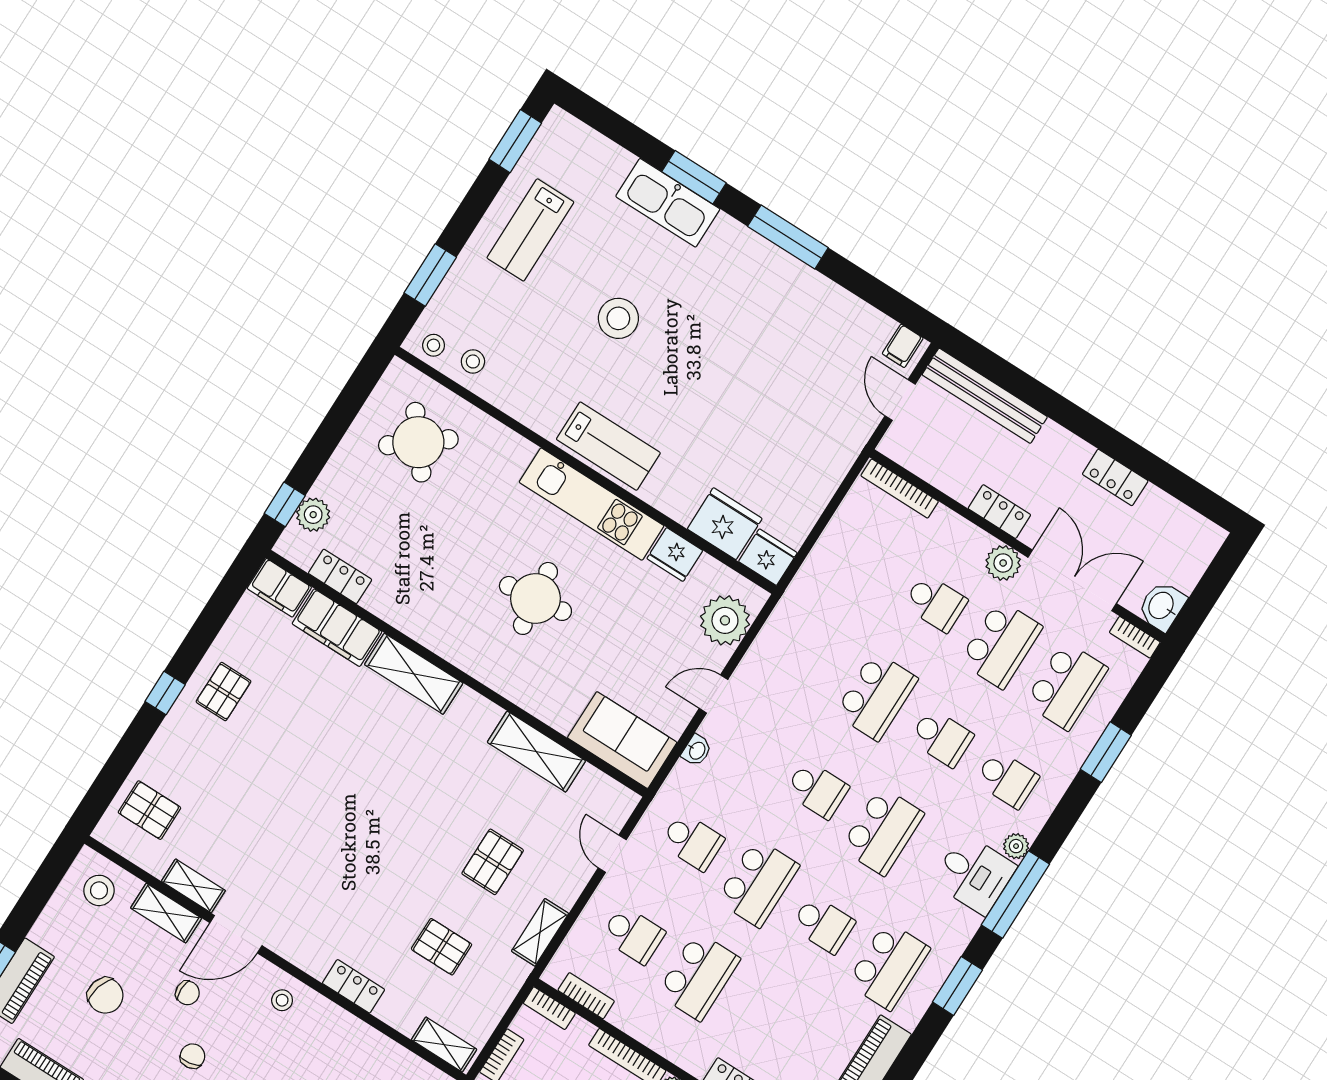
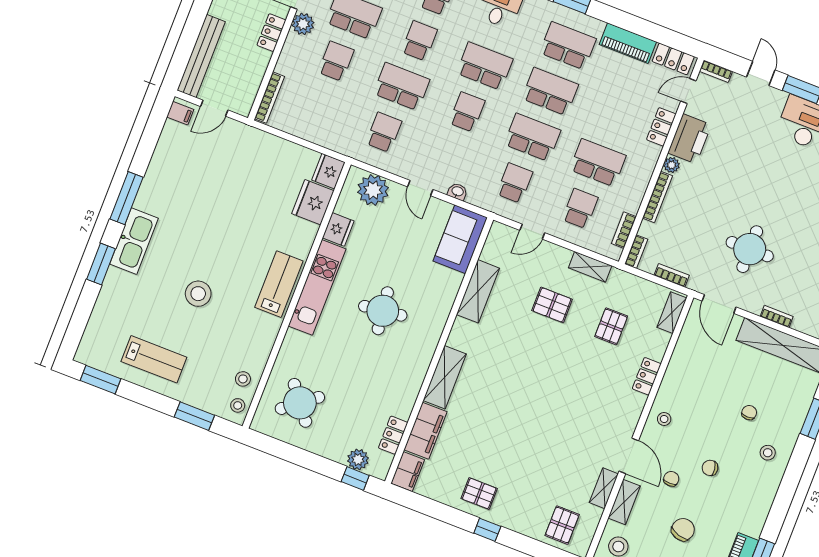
kitchen sink: (668, 203) -> (134, 241), moved
school desk: (811, 655) -> (384, 132), added
school desk: (823, 924) -> (550, 92), width x1.85

